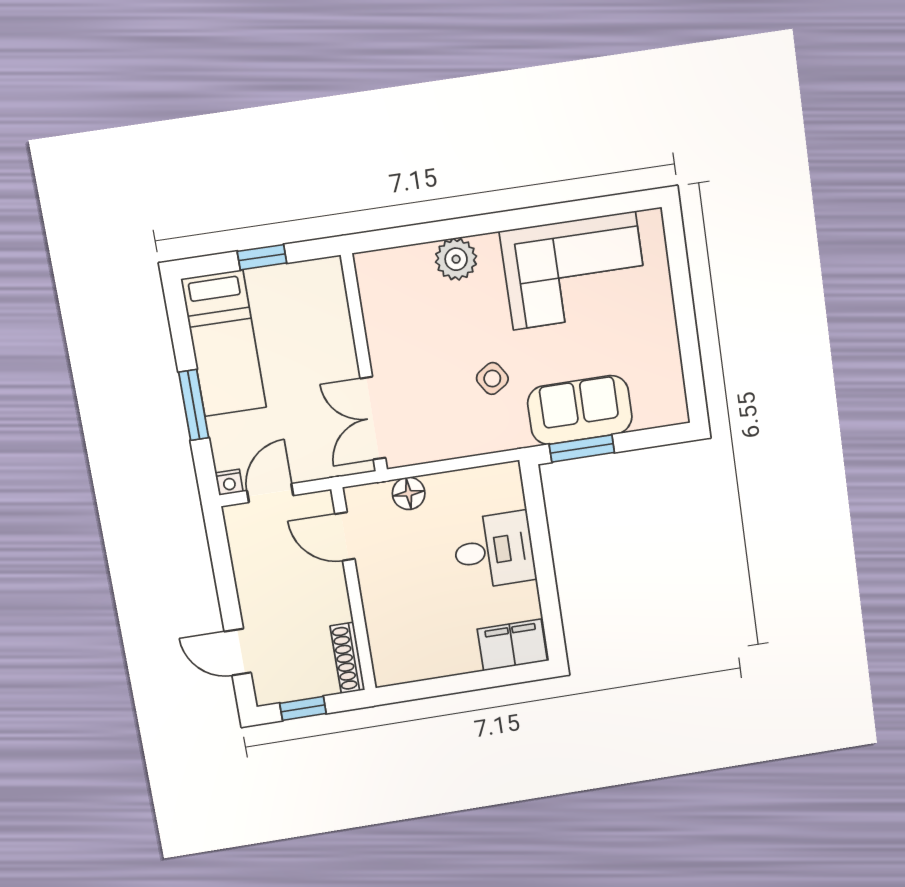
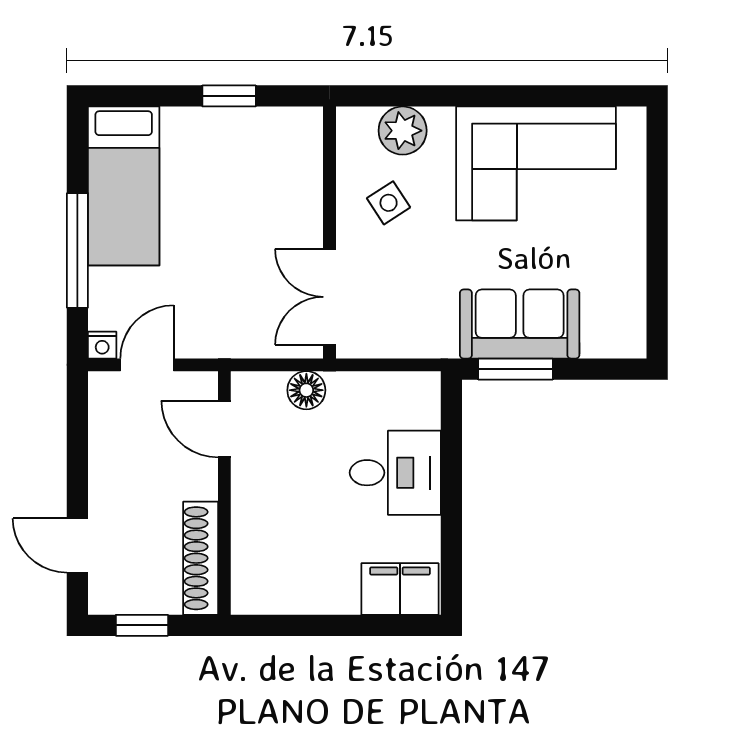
window: (262, 257) -> (229, 96), moved
wall: (364, 363) -> (329, 233), moved
side table: (492, 378) -> (389, 203), moved
window: (194, 405) -> (77, 250), width x1.44
double door: (373, 418) -> (329, 297), moved
shoe rack: (348, 658) -> (201, 558), width x1.36, depth x1.24

